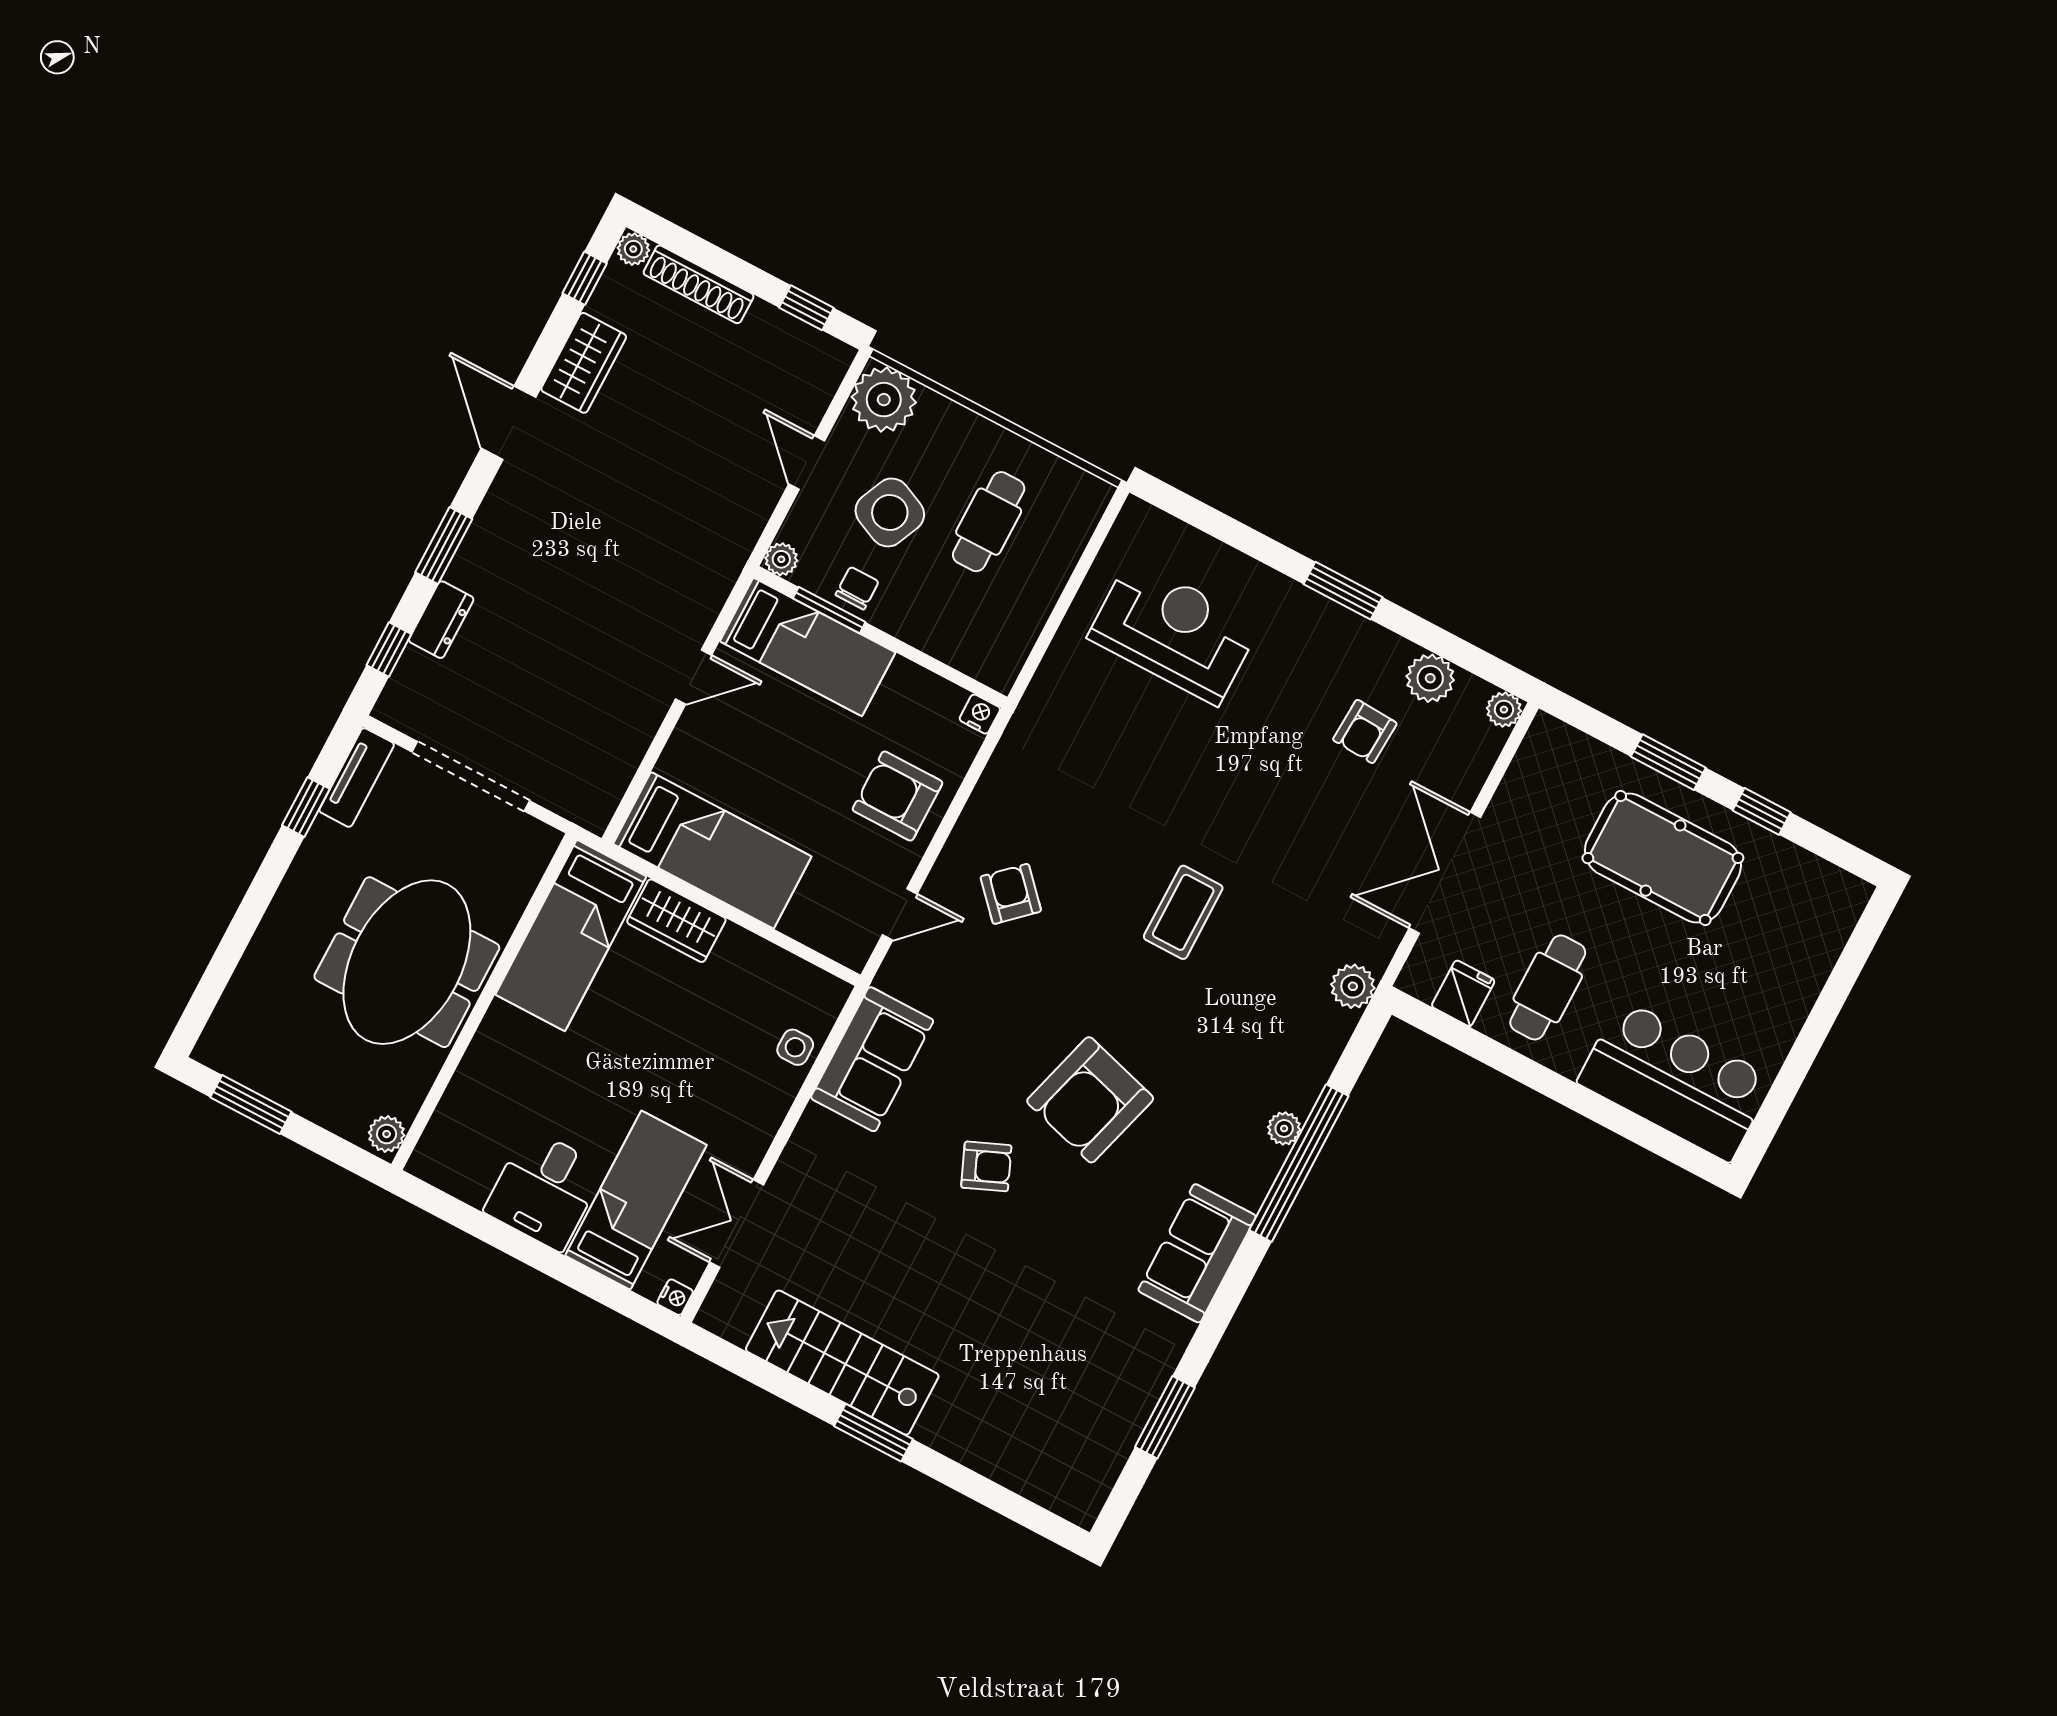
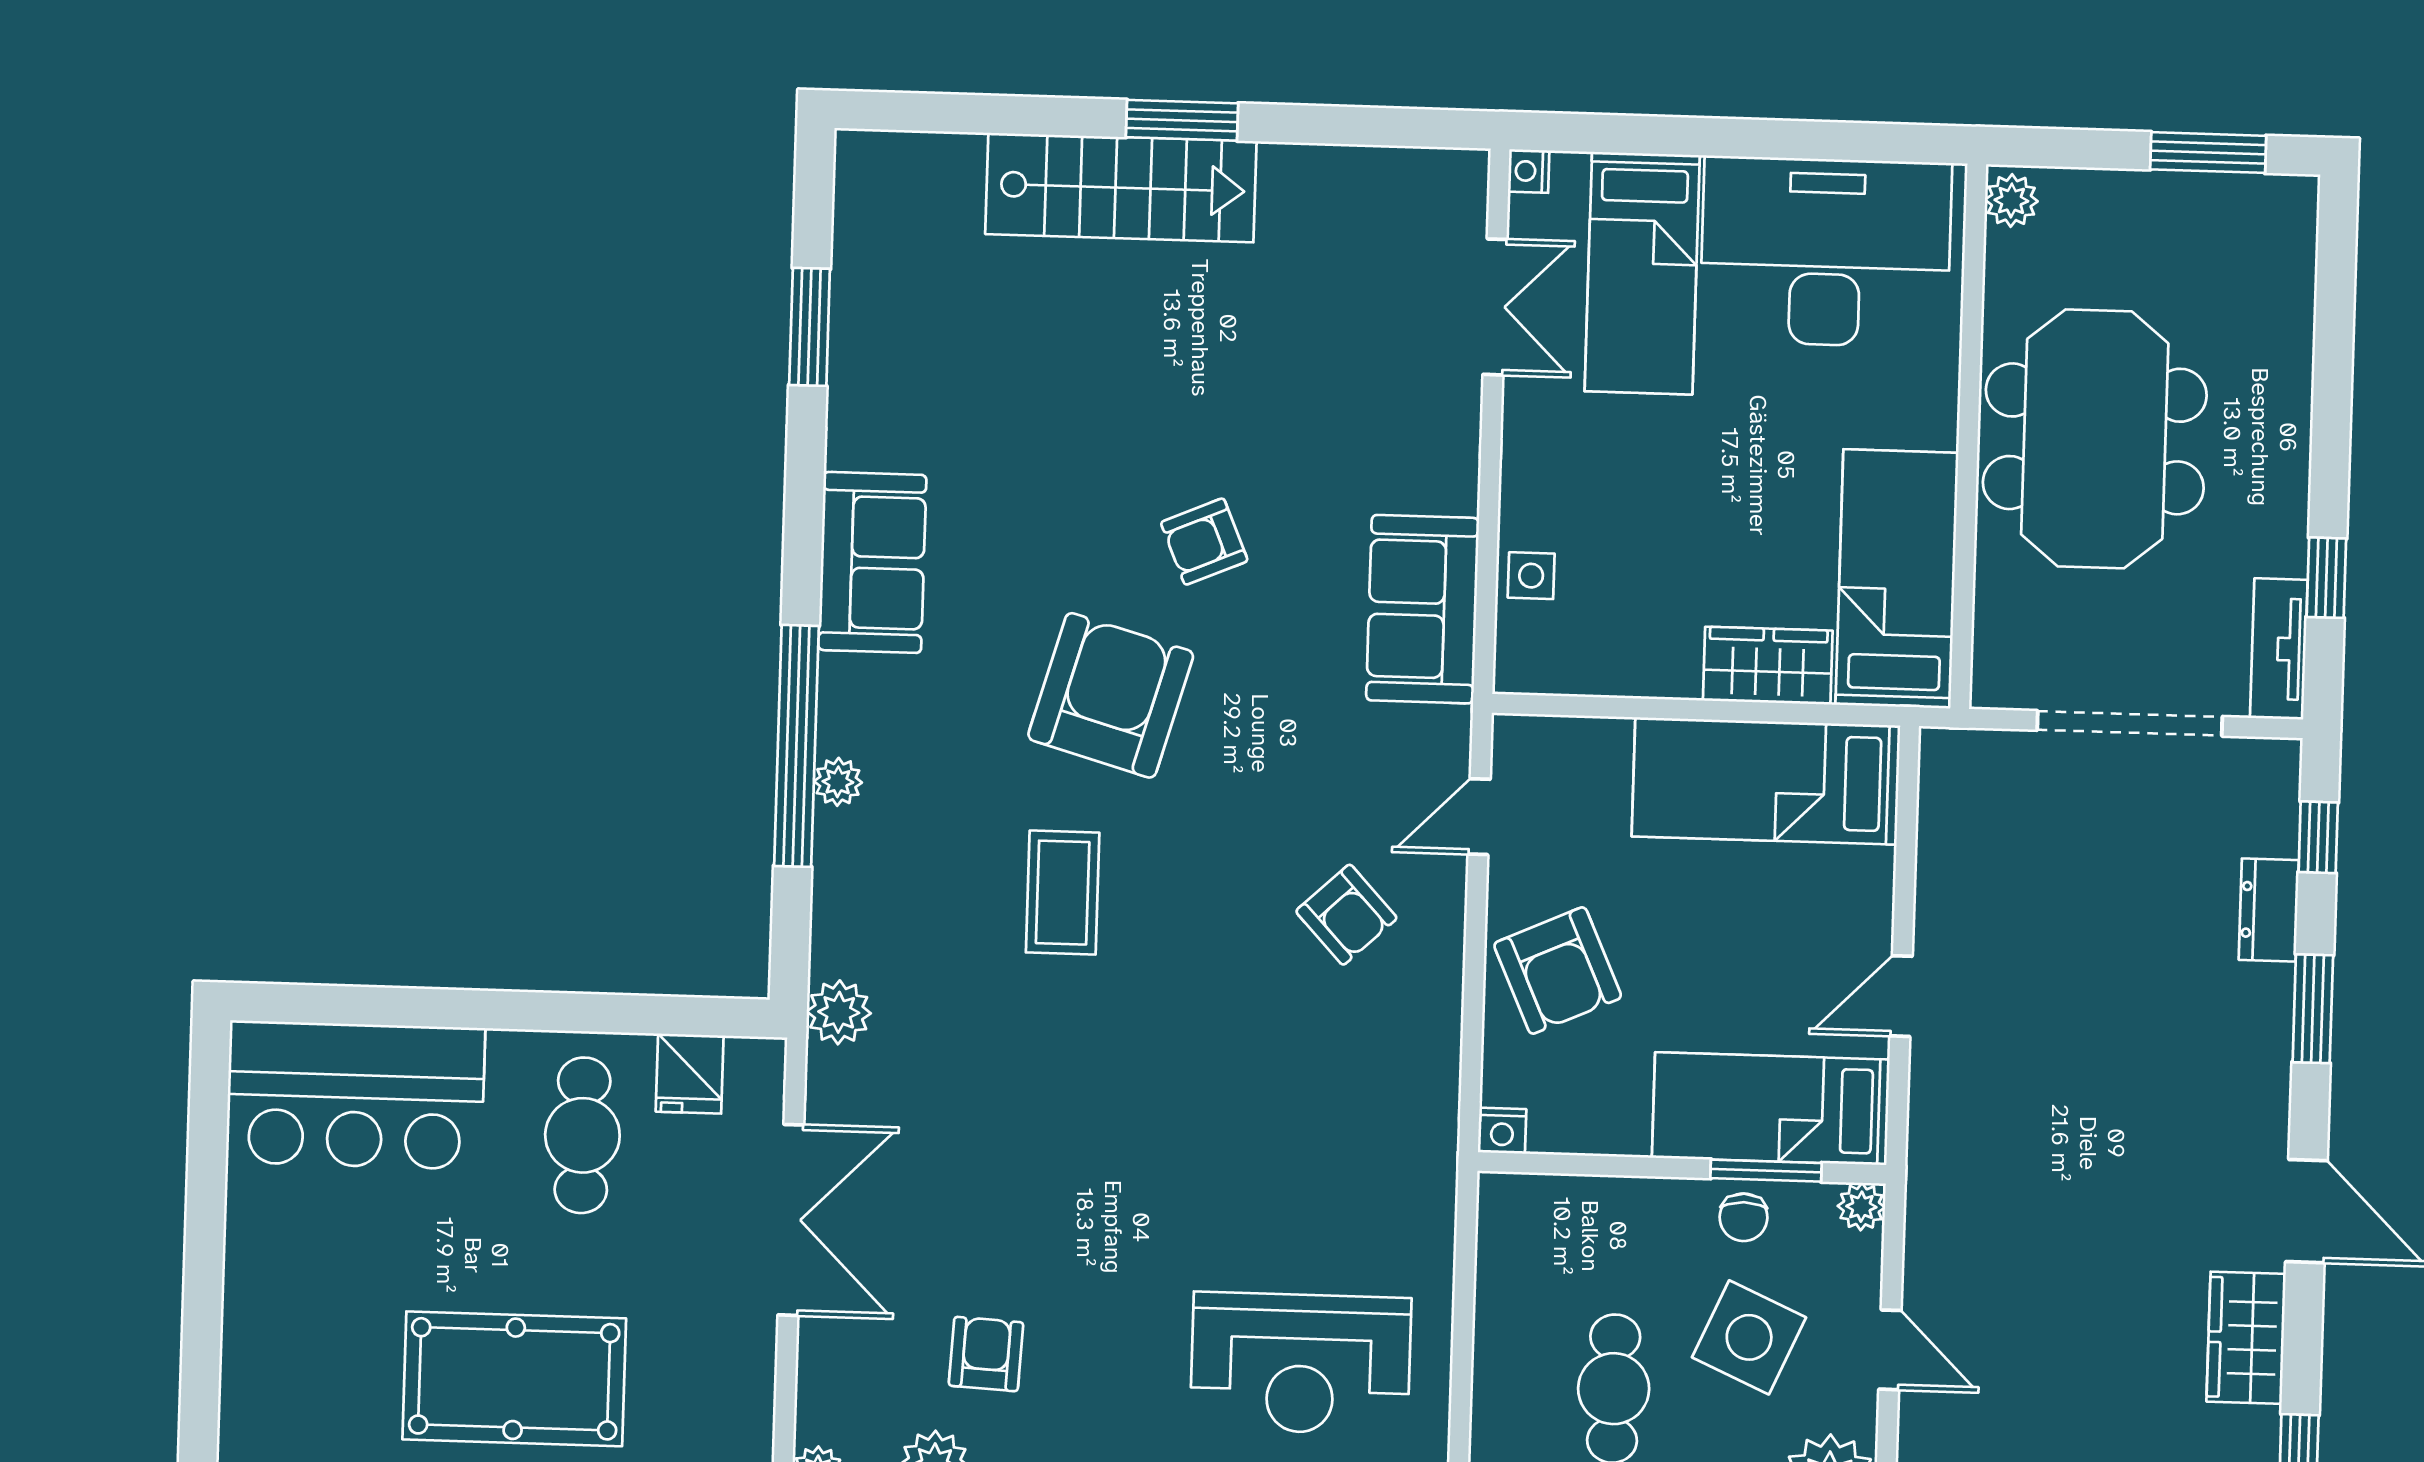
armchair: (897, 796) -> (1558, 971), turned 66
coffee table: (1183, 912) -> (1063, 893), moved
desk: (545, 1190) -> (1826, 252), width x1.87, depth x1.30
stairs: (842, 1363) -> (1121, 188), moved

